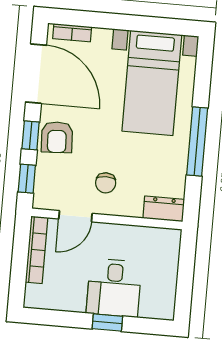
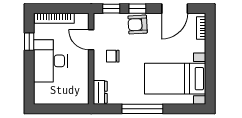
door: (36, 74) -> (175, 9), width x0.73
bookcase: (37, 250) -> (54, 18), moved
desk: (114, 288) -> (50, 61), width x1.37
window: (107, 322) -> (29, 42), moved

